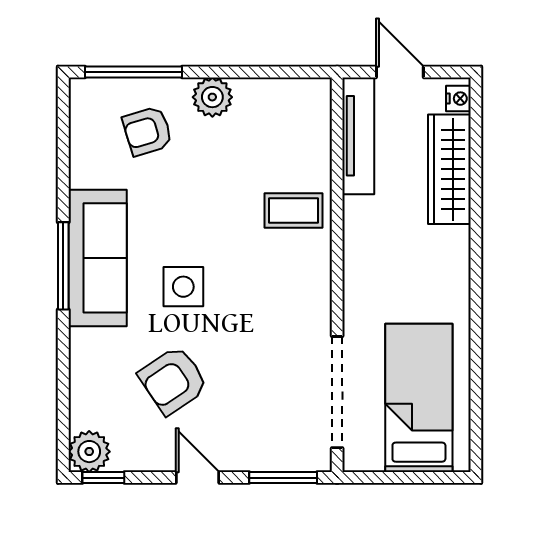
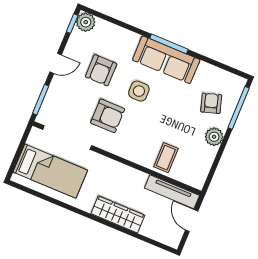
door: (400, 72) -> (192, 221), swing flipped
nightstand: (458, 99) -> (170, 241), removed
wardrobe: (449, 169) -> (118, 214), moved
coffee table: (293, 211) -> (166, 158), moved
armchair: (260, 329) -> (108, 116), added
armchair: (173, 380) -> (101, 70), turned -146

